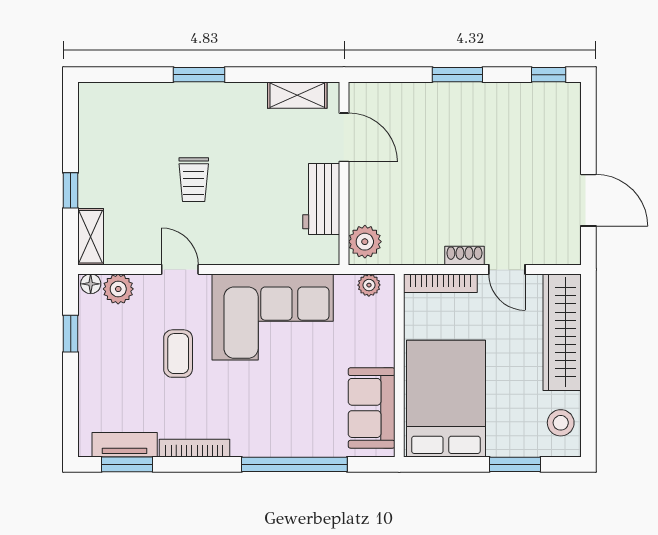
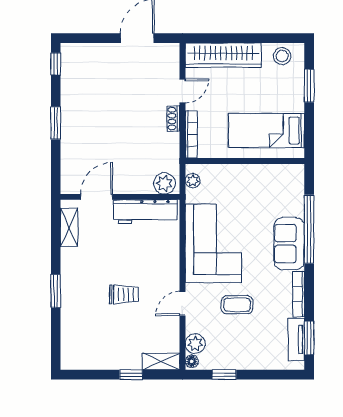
workbench: (321, 199) -> (145, 212), width x1.38
bed: (446, 399) -> (266, 131), width x0.67
sofa: (372, 408) -> (289, 244), moved, turned 90

